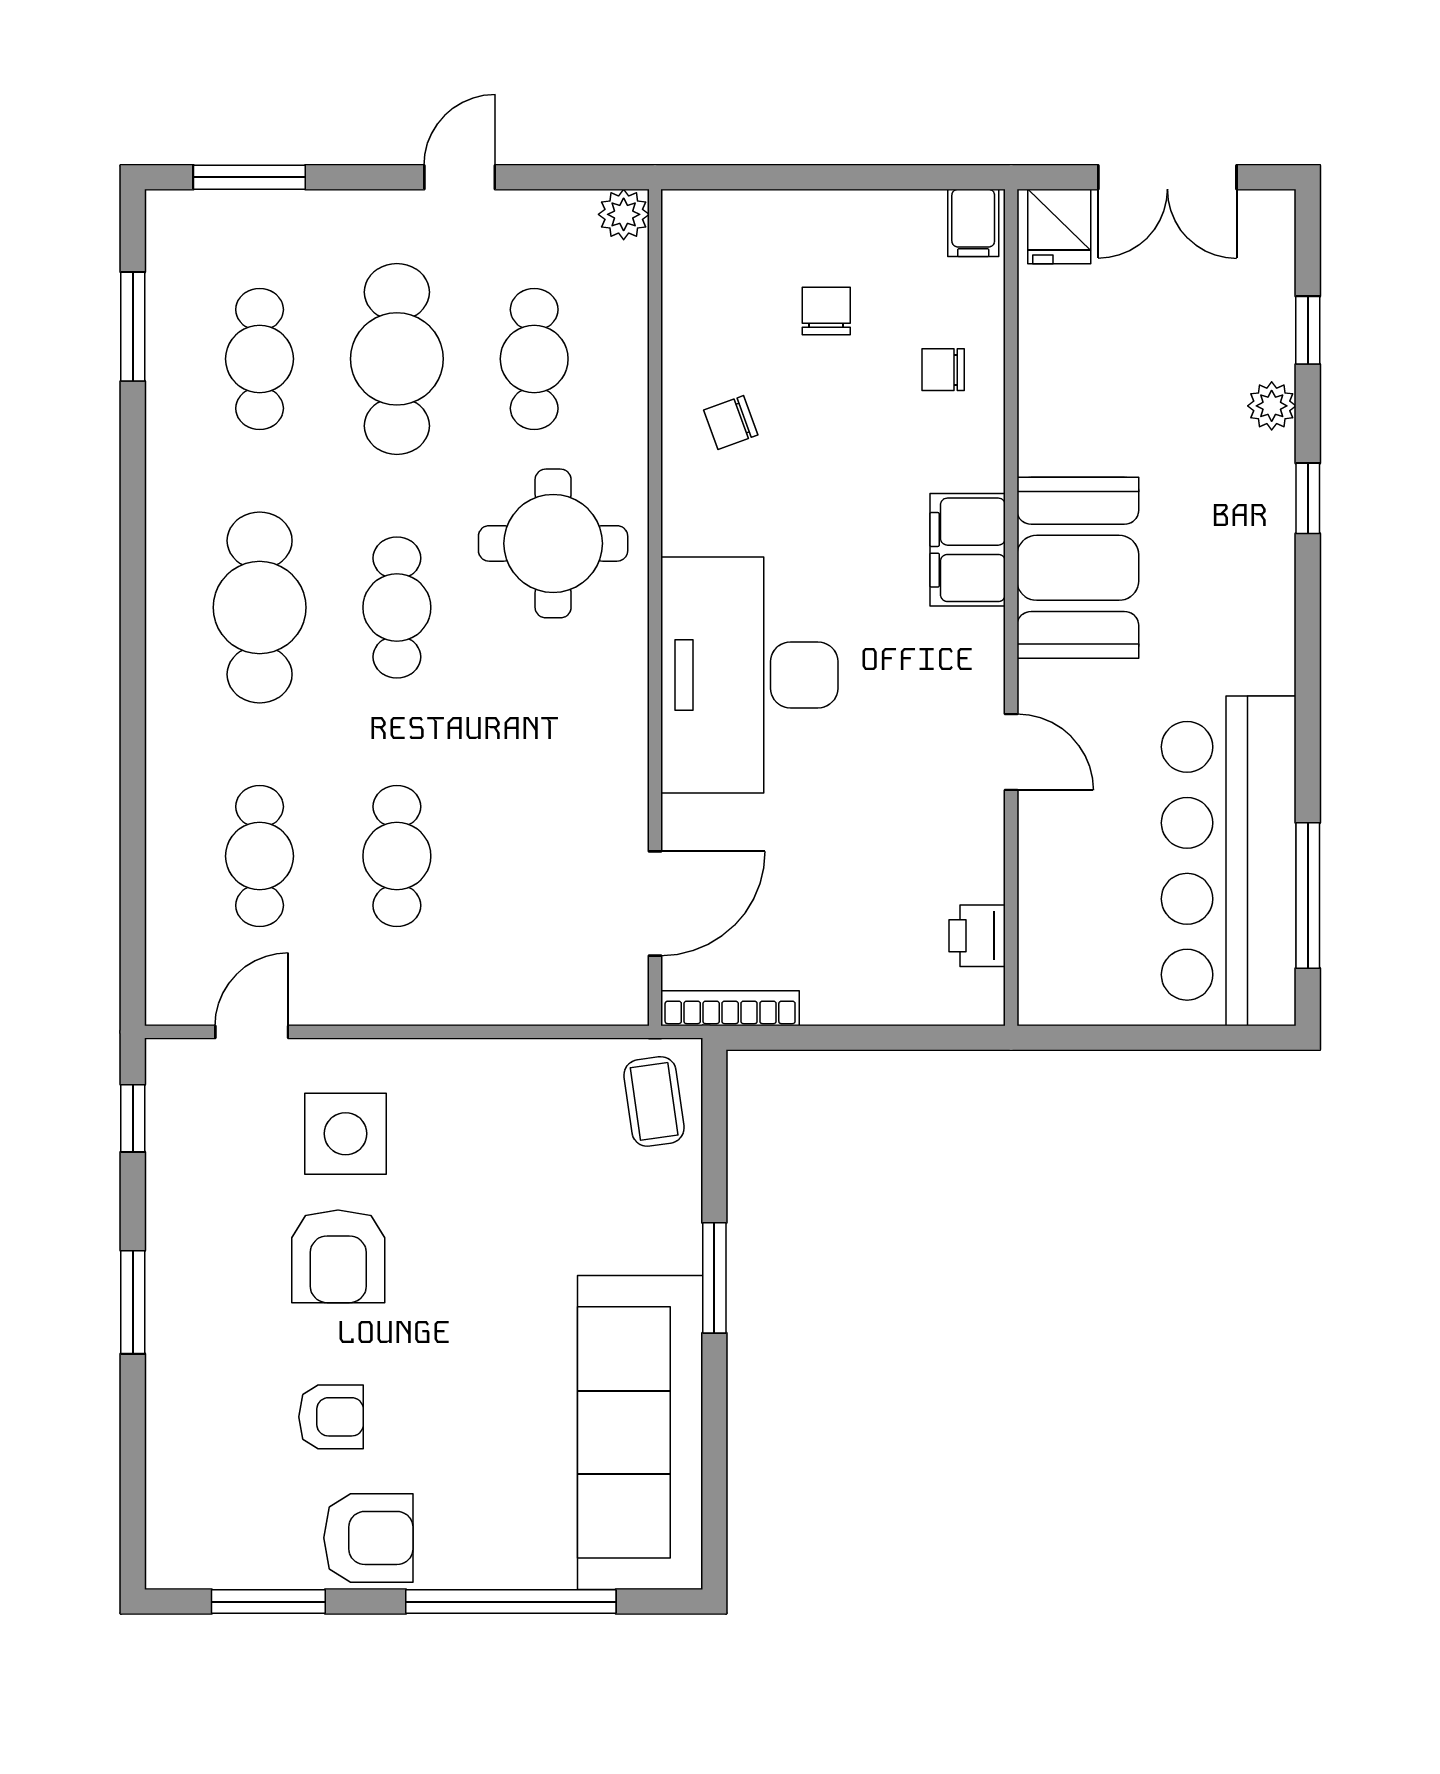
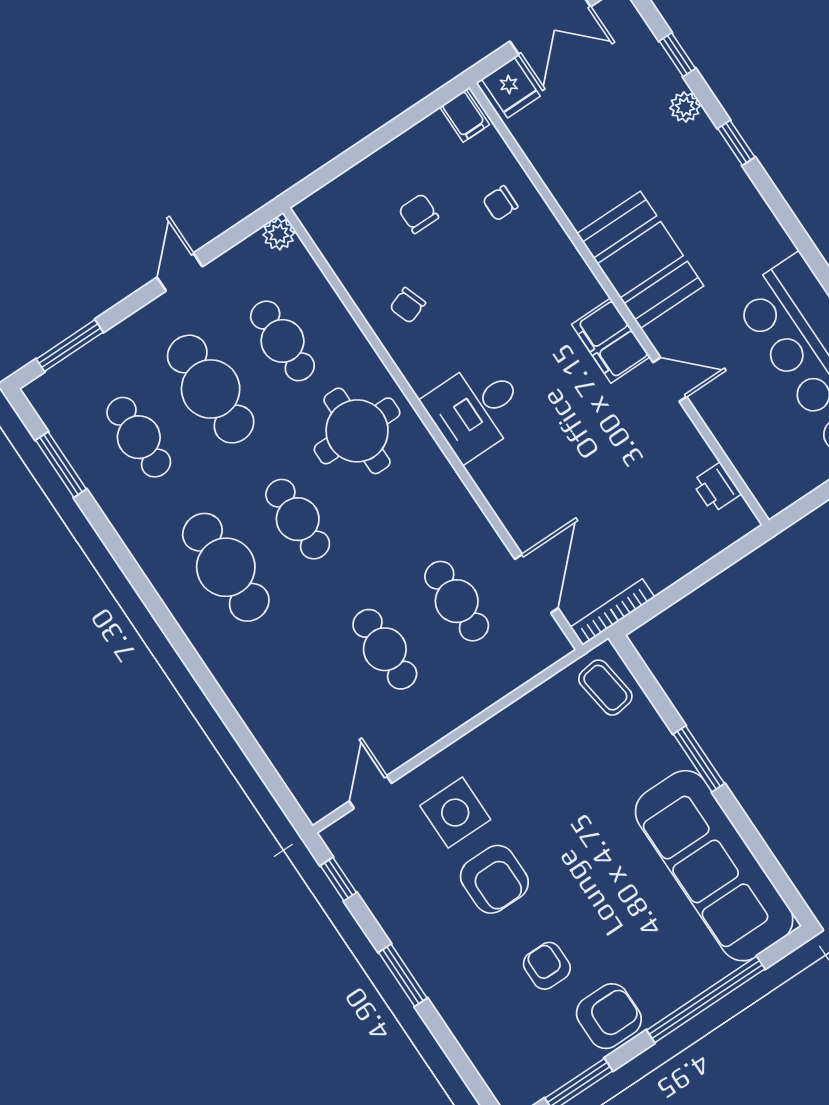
filing cabinet: (968, 550) -> (611, 341), moved
desk: (749, 675) -> (476, 409), width x0.53, depth x0.77
cafe table: (260, 856) -> (457, 601), moved
armchair: (331, 1417) -> (547, 966), turned -90

